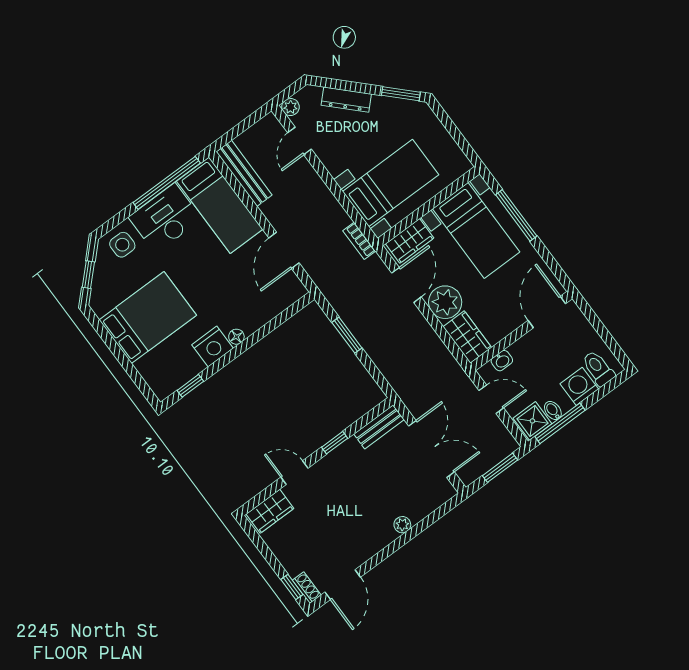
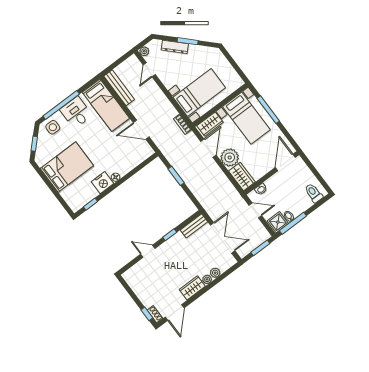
window: (401, 94) -> (188, 41), moved
window: (167, 183) -> (61, 105), moved
desk: (165, 218) -> (76, 113), width x0.73
door: (284, 250) -> (141, 130), hinge flipped
washing machine: (579, 386) -> (303, 203), removed
wardrobe: (270, 511) -> (192, 288), moved, turned 180
plant: (417, 513) -> (215, 273), added

